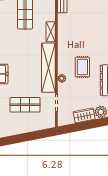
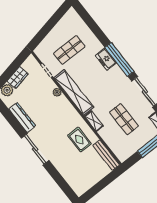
rug: (82, 67) -> (79, 140), moved

